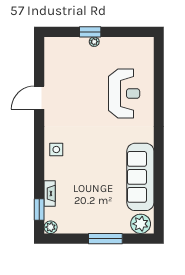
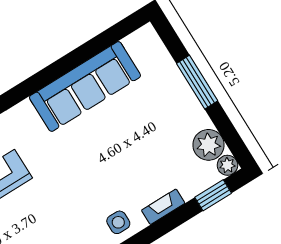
fireplace: (50, 193) -> (163, 207), moved
plant: (141, 224) -> (208, 145), moved

